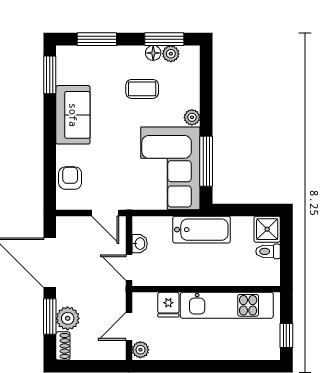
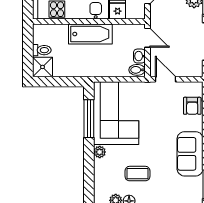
bidet: (143, 225) -> (137, 70), added
bathtub: (202, 230) -> (90, 34), moved, turned 180

